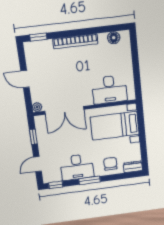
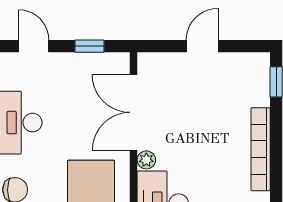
plant: (37, 107) -> (146, 160), moved

